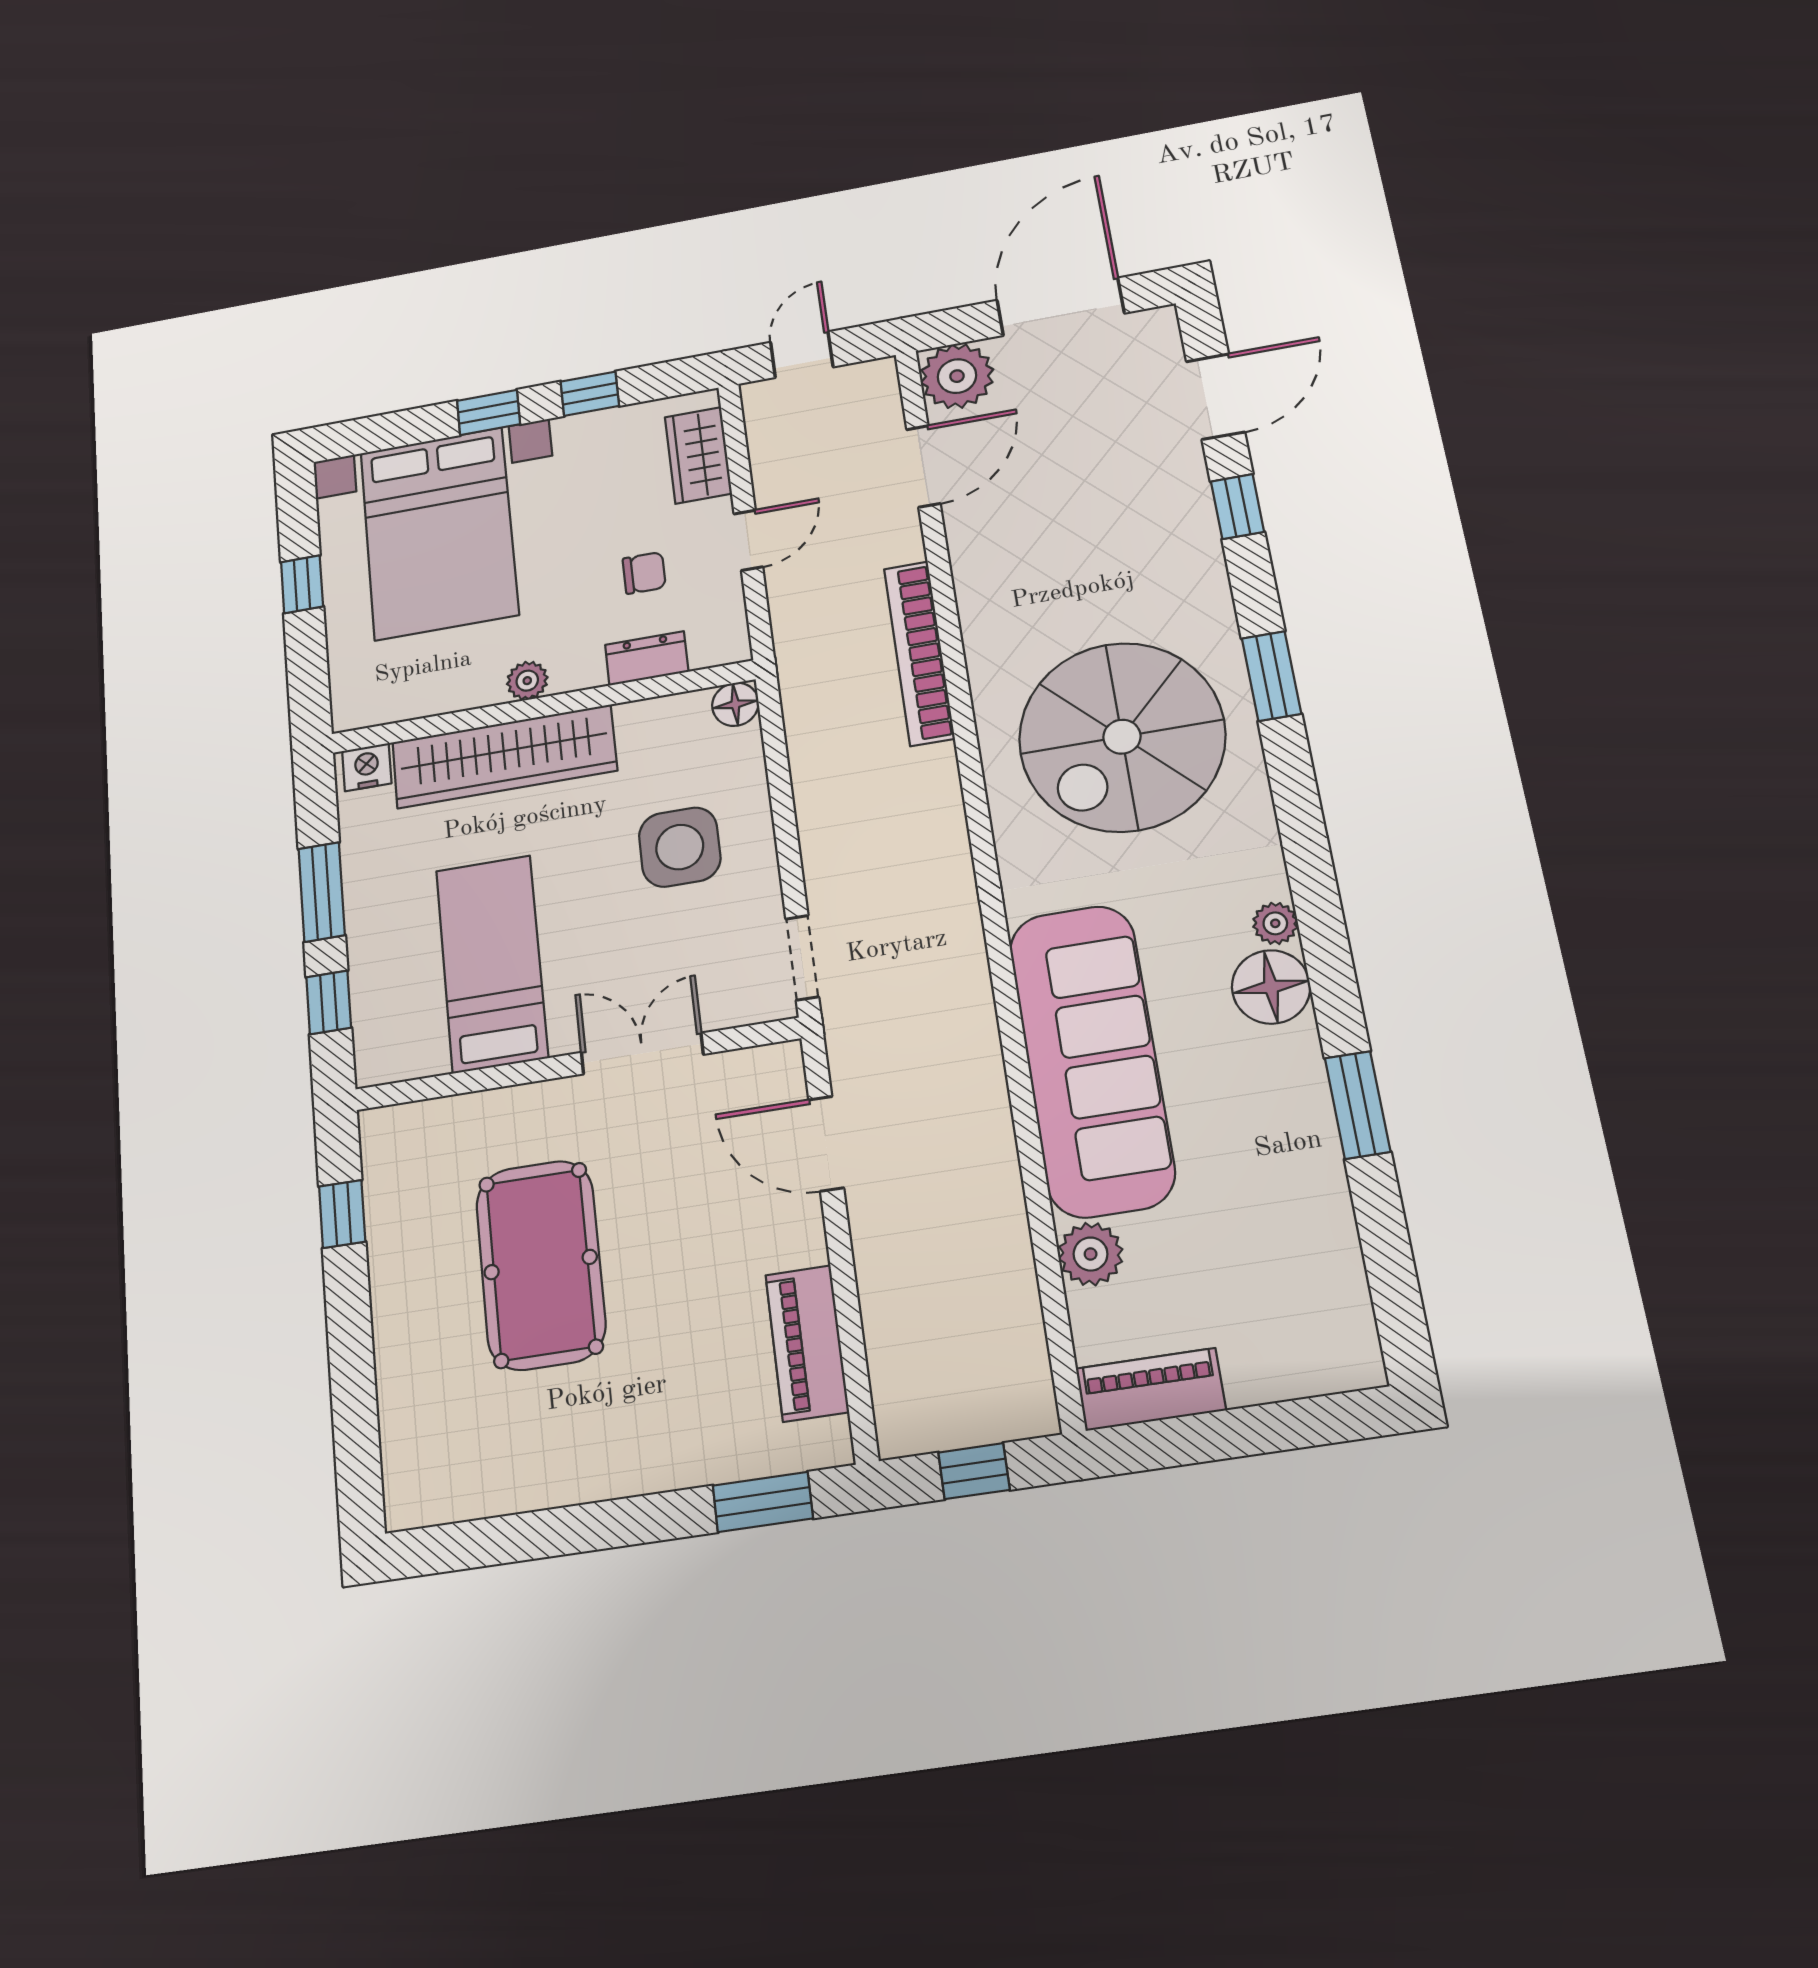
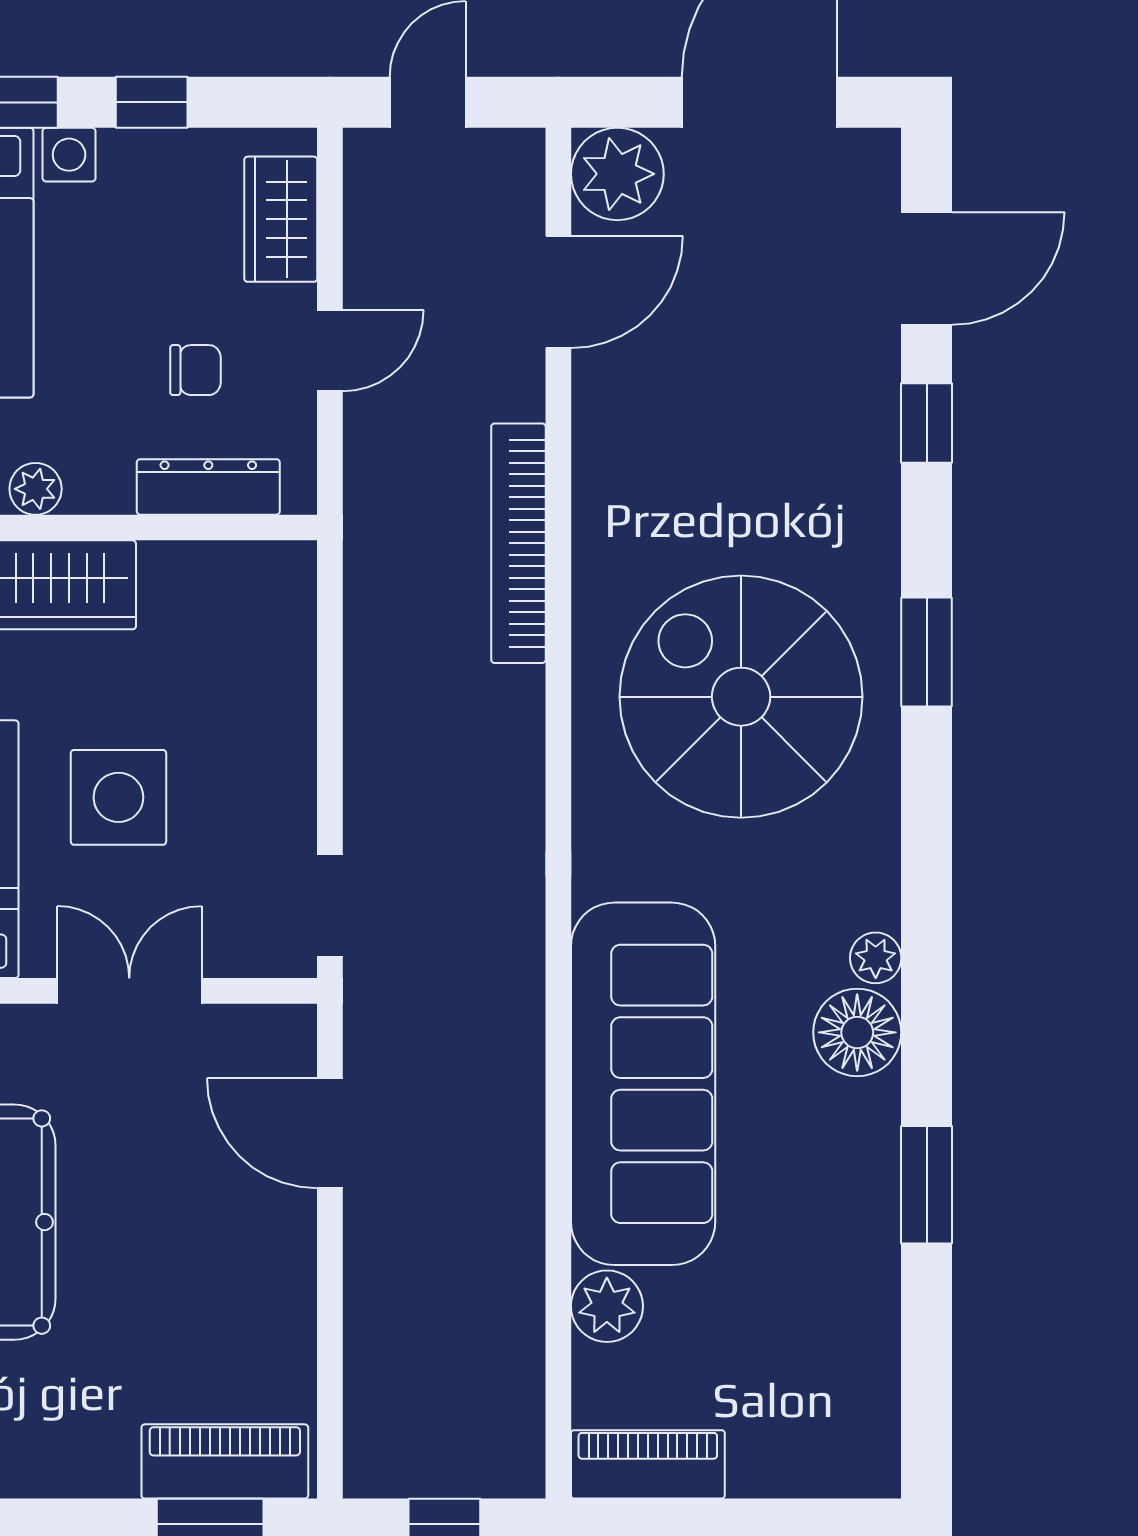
dresser: (647, 658) -> (208, 487), width x1.44
floor lamp: (735, 704) -> (289, 569), removed
spiral stairs: (1122, 737) -> (741, 697), turned 90
side table: (680, 847) -> (118, 797), moved
piano: (807, 1343) -> (225, 1461), moved, turned 90

